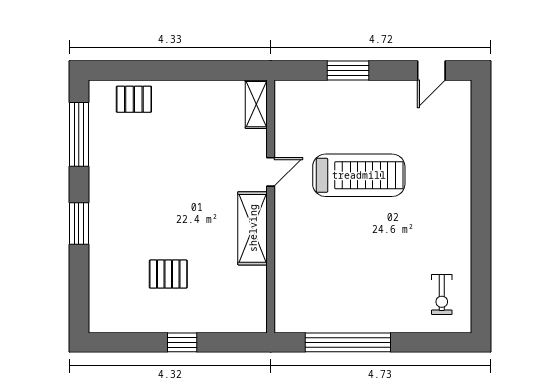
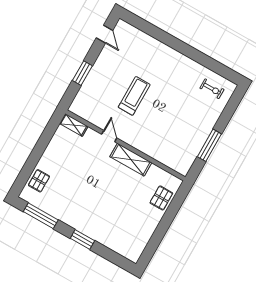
treadmill: (359, 175) -> (134, 96), width x0.73, depth x0.73
pallet: (168, 274) -> (161, 198), moved
window: (182, 342) -> (165, 223), removed
window: (348, 342) -> (209, 145), width x0.68

